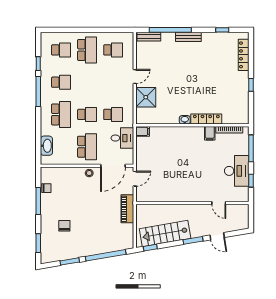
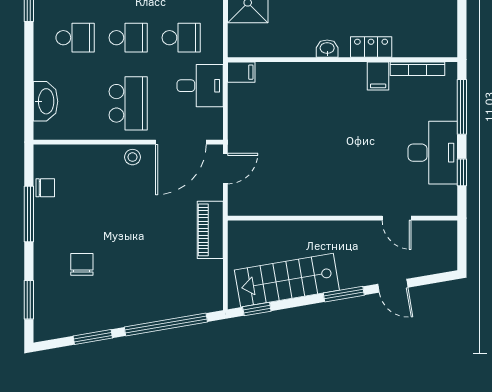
school desk: (61, 114) -> (75, 38), width x0.54
locker: (206, 119) -> (371, 47), width x0.66

